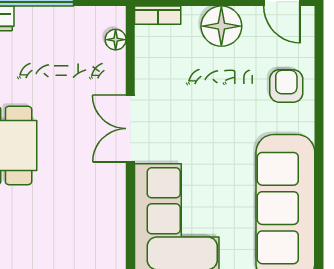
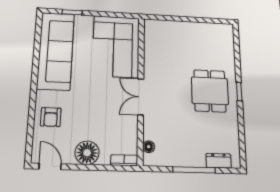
double door: (130, 129) -> (141, 97), swing flipped

